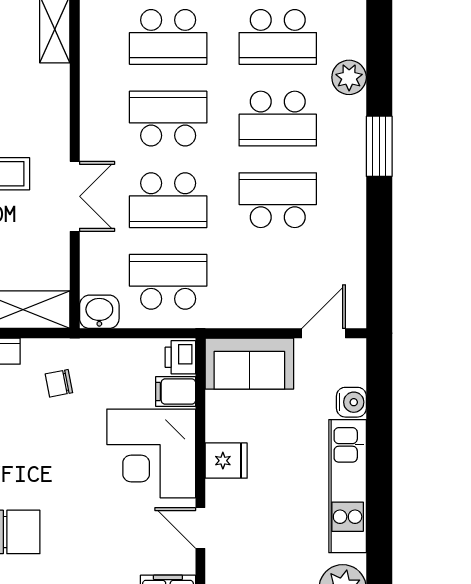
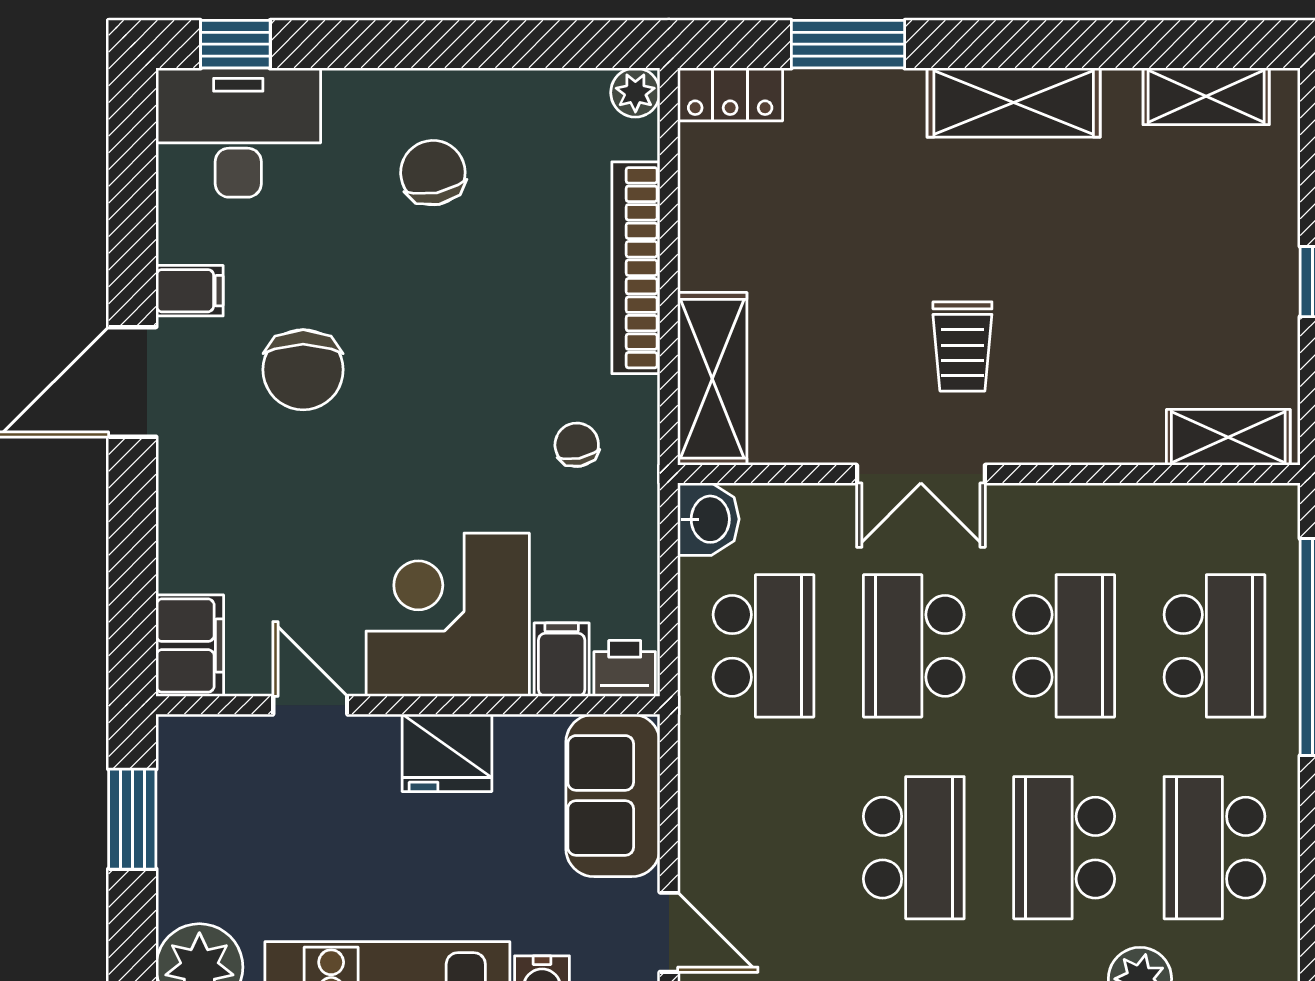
school desk: (168, 37) -> (1214, 646), turned 180
fridge: (226, 461) -> (447, 753), width x1.38
door: (200, 528) -> (310, 705), hinge flipped

